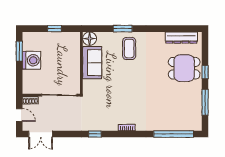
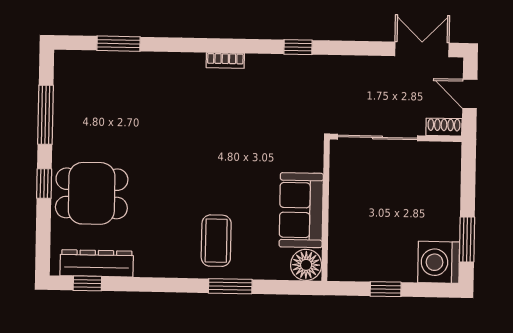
window: (185, 29) -> (87, 283), added
washing machine: (31, 60) -> (439, 262), moved
window: (174, 134) -> (118, 44), width x0.47

